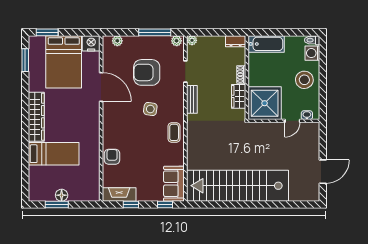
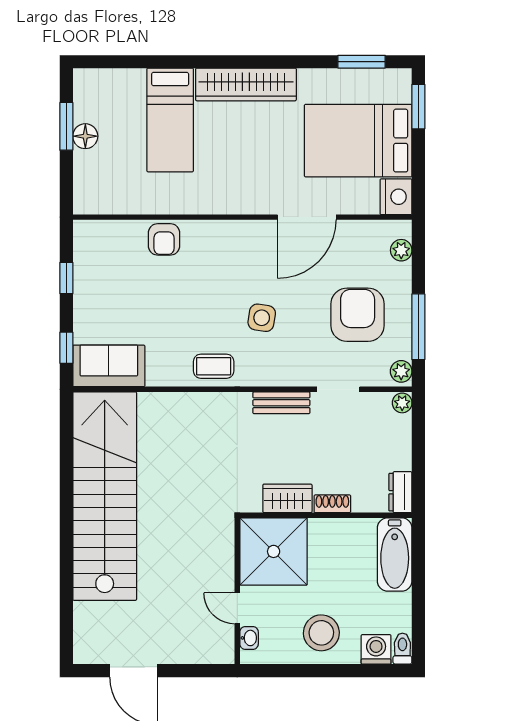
armchair: (147, 72) -> (358, 315), moved
armchair: (112, 157) -> (164, 239), turned 90
fireplace: (119, 194) -> (87, 254), removed

